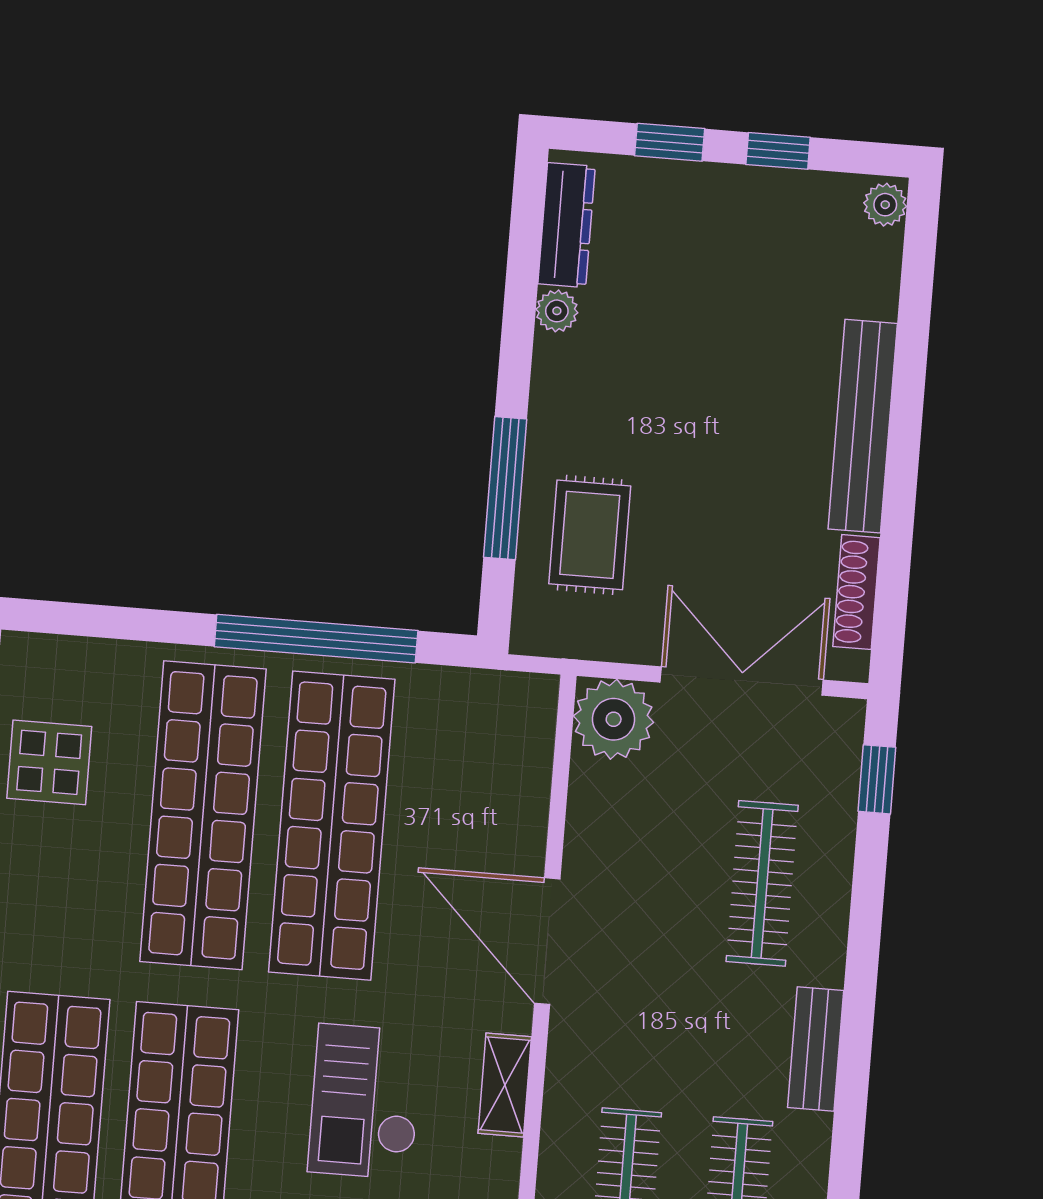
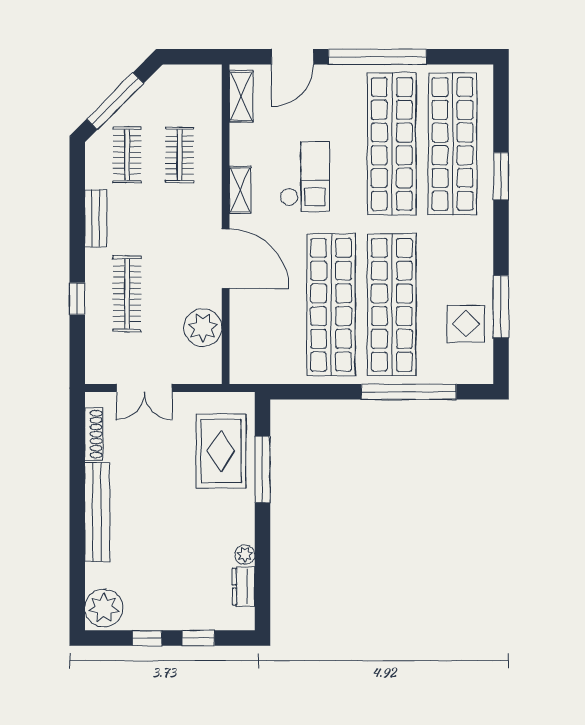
plant: (885, 205) -> (104, 608), width x1.87, depth x1.87
dresser: (567, 225) -> (244, 587), width x0.70
rug: (590, 535) -> (221, 451), width x1.36, depth x1.43
window: (316, 639) -> (409, 392), moved
double door: (742, 681) -> (144, 388), width x0.73
plant: (614, 719) -> (203, 328), moved
window: (877, 779) -> (77, 299), moved

